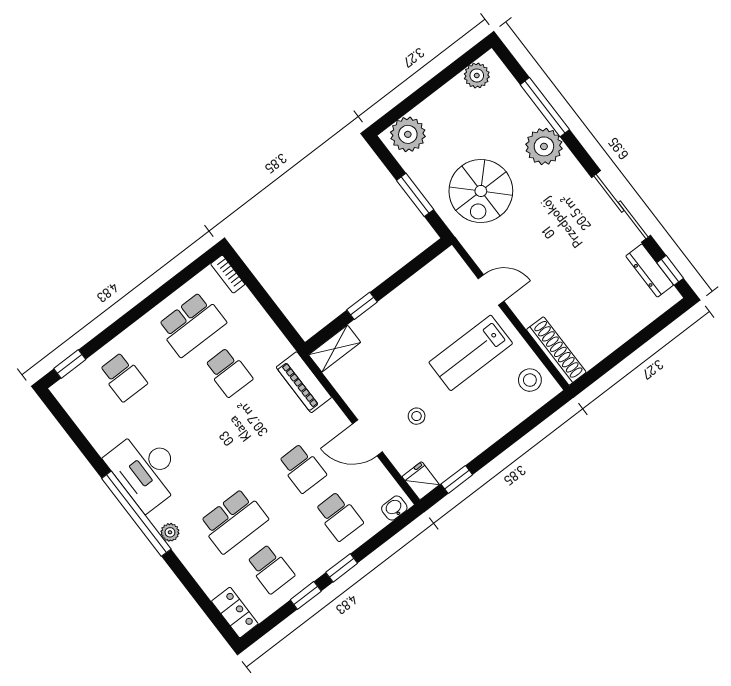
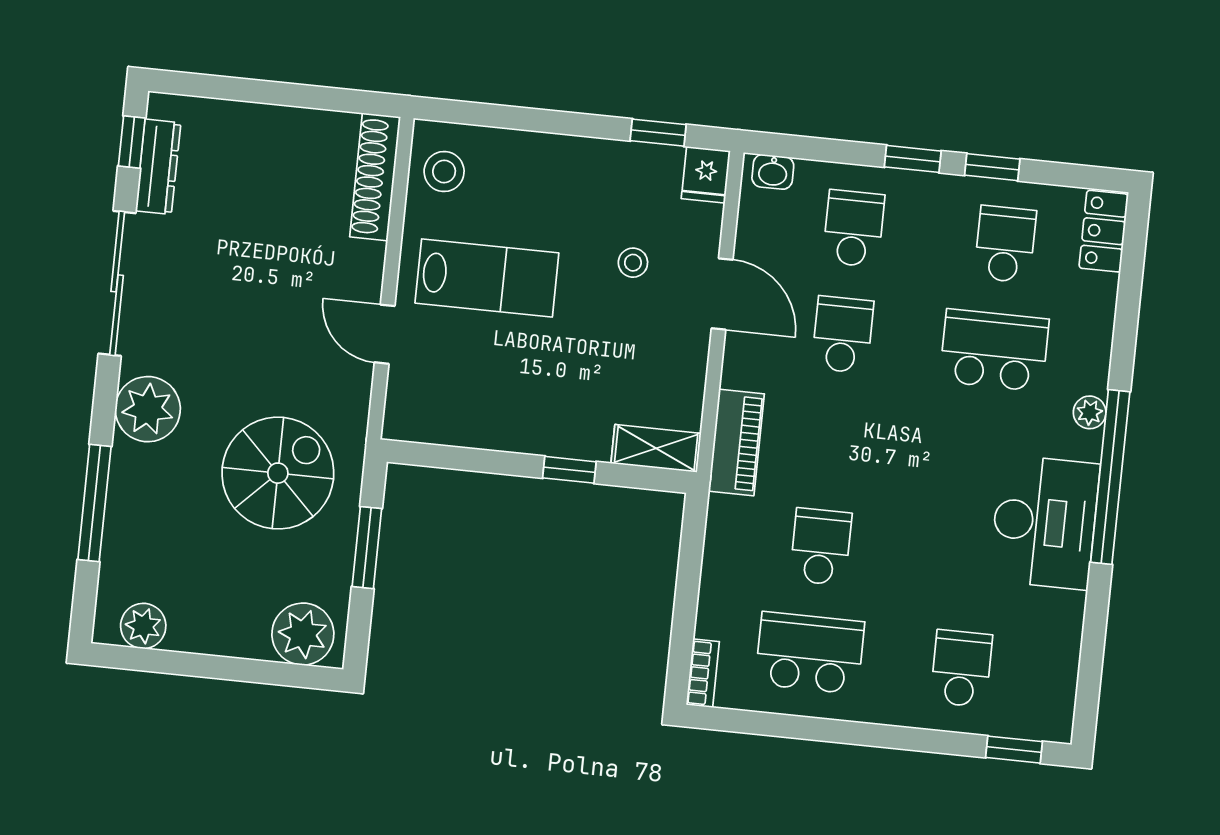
plant: (544, 146) -> (148, 409), moved

